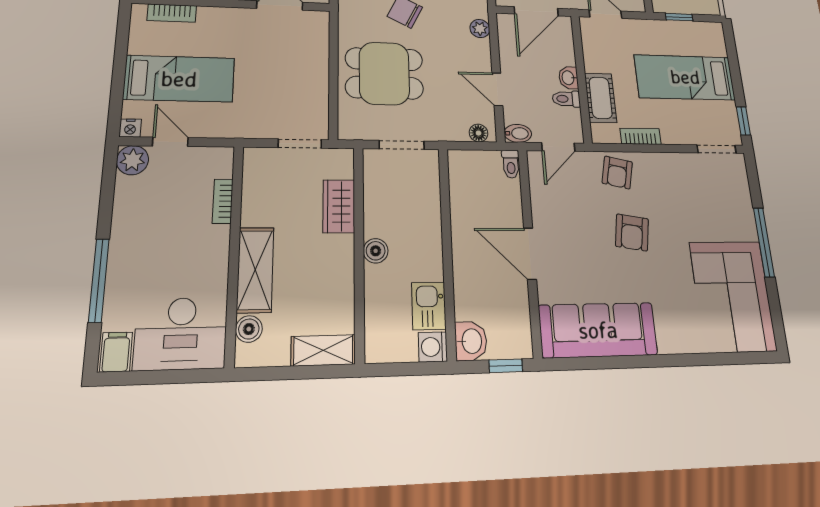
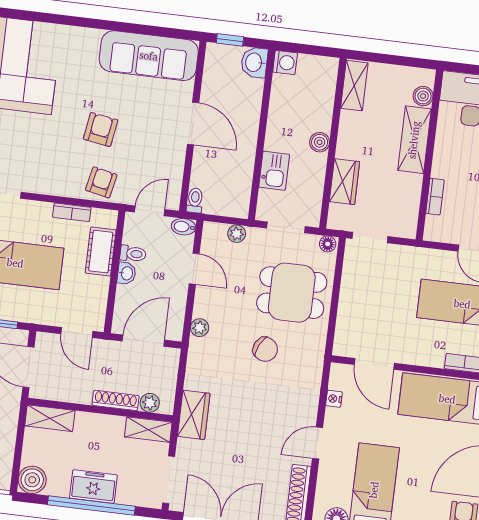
plant: (457, 132) -> (237, 234), added
floor lamp: (479, 133) -> (328, 244), moved
kitchen sink: (429, 306) -> (274, 171), moved
shelving: (323, 350) -> (354, 86), moved, turned 90

